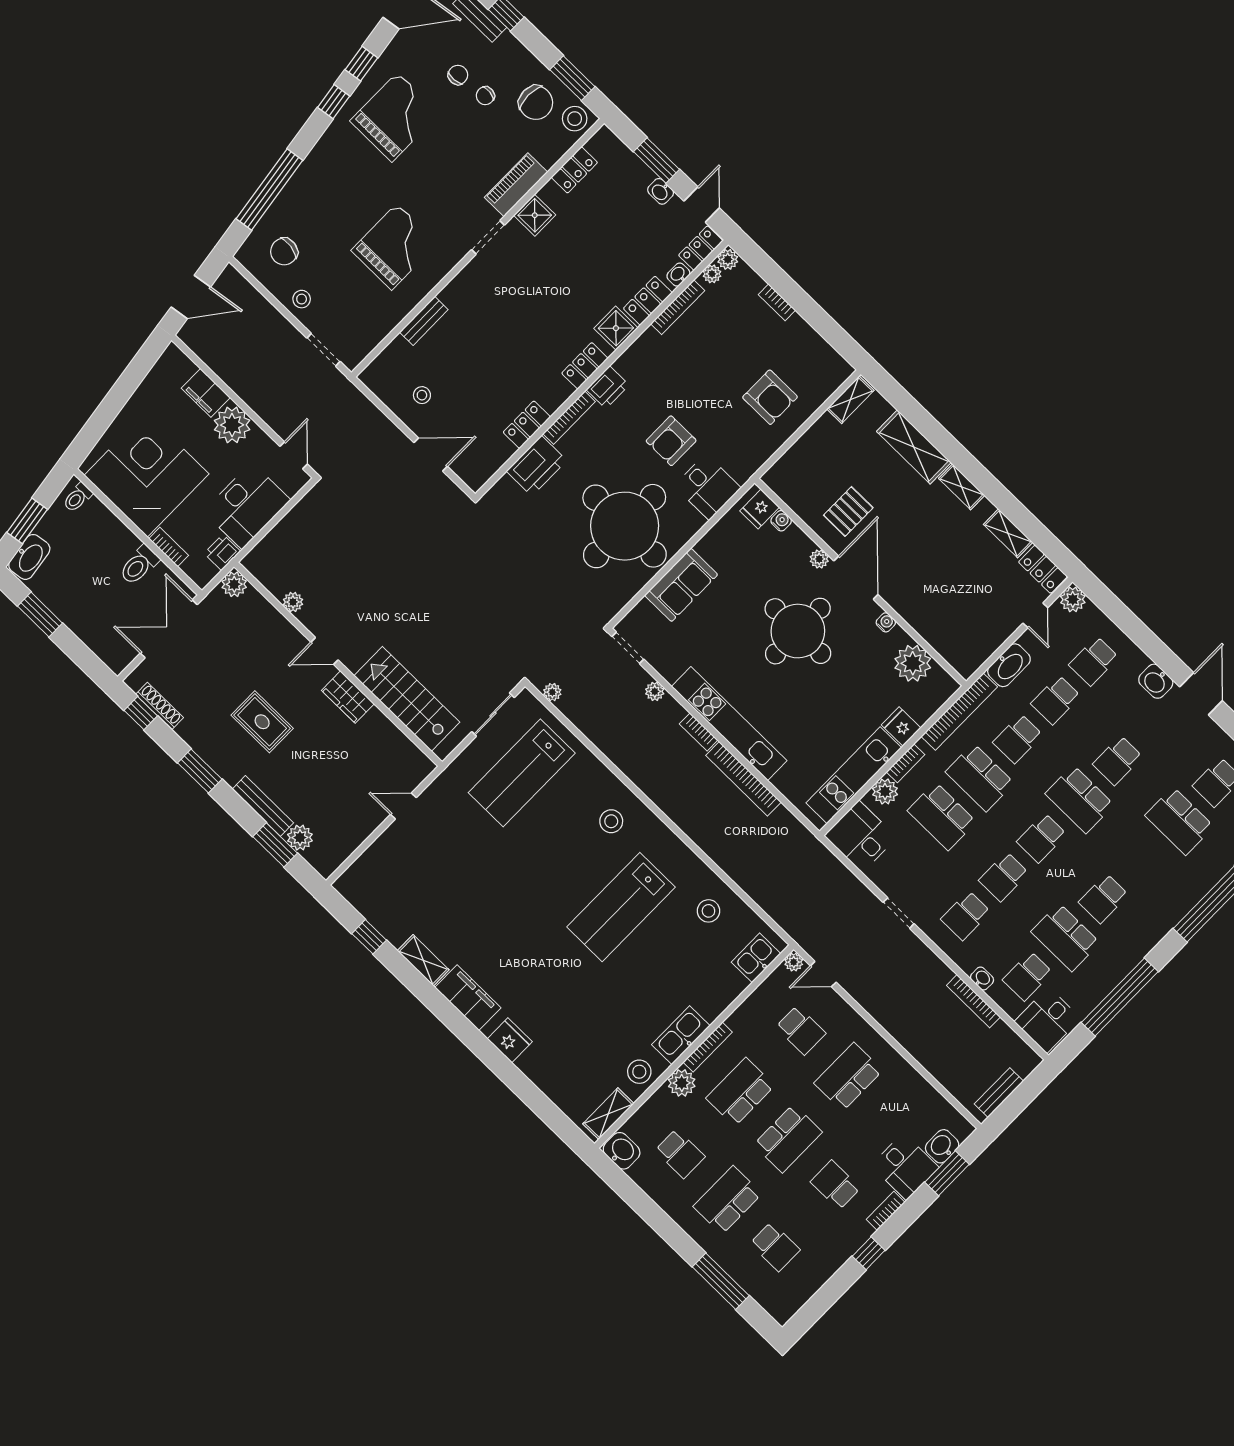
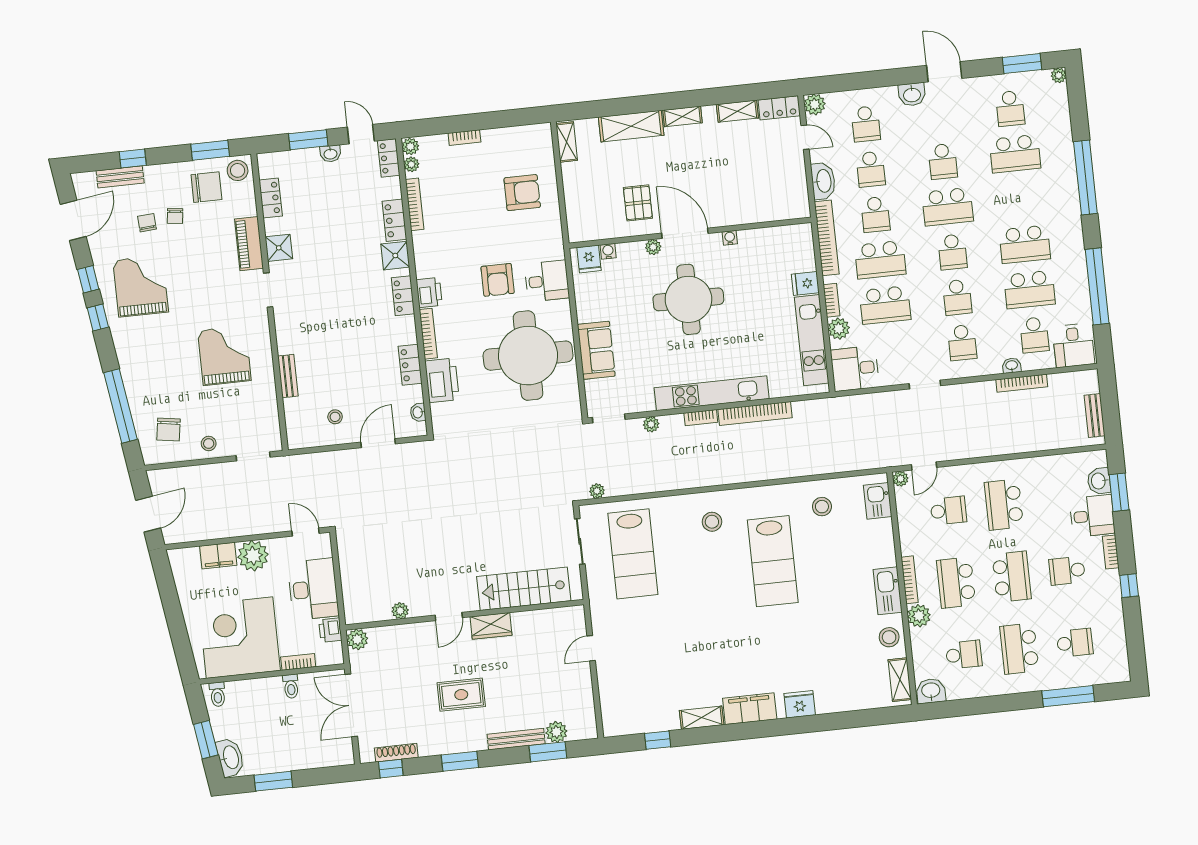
washbasin: (678, 275) -> (418, 412), moved
toilet: (139, 565) -> (291, 686), width x0.73, depth x0.72
plant: (913, 663) -> (771, 242), removed
school desk: (1103, 899) -> (1025, 244), width x1.85

